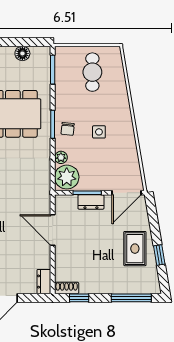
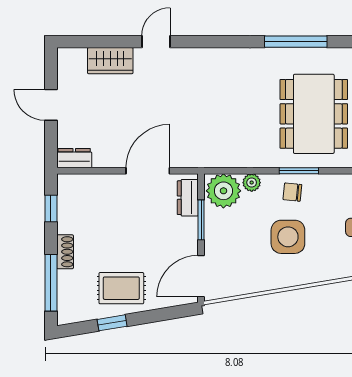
side table: (99, 132) -> (288, 237), width x1.87, depth x1.87
door: (126, 193) -> (201, 276), hinge flipped
dresser: (91, 202) -> (188, 198), moved
shoe rack: (67, 288) -> (65, 252), moved

